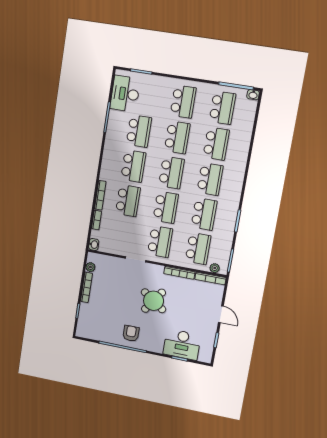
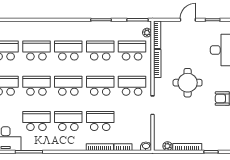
round table: (154, 301) -> (188, 83), turned -35

